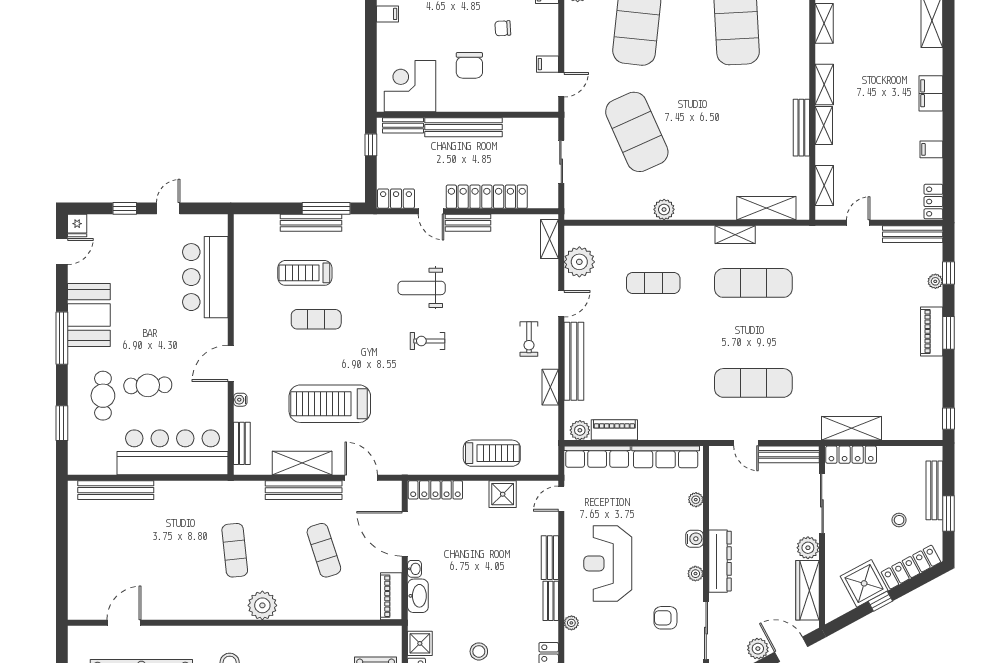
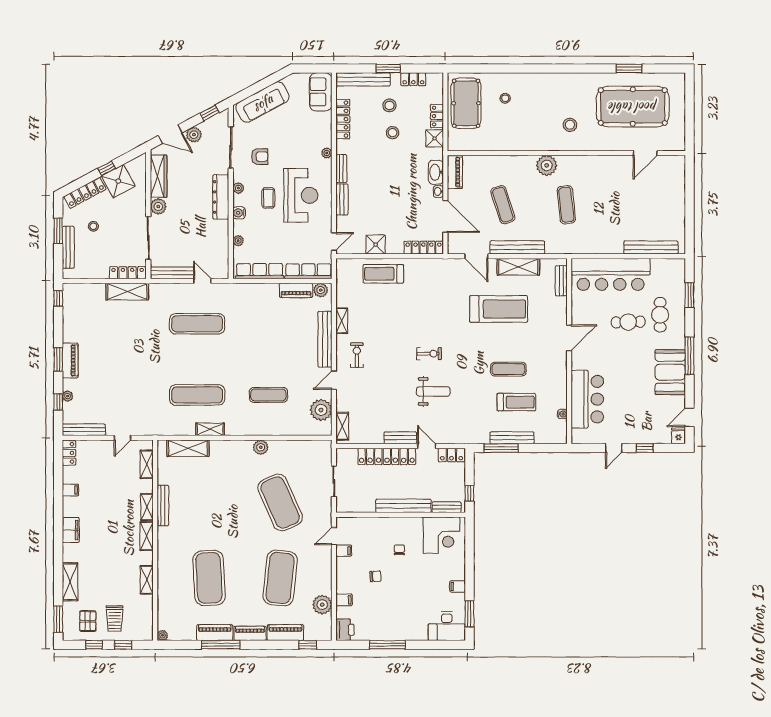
chair: (469, 65) -> (399, 550), width x0.54, depth x0.54
water cooler: (240, 400) -> (562, 414), moved
coffee table: (653, 560) -> (268, 198), added

